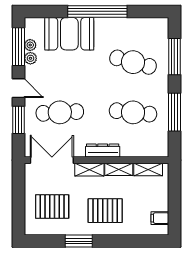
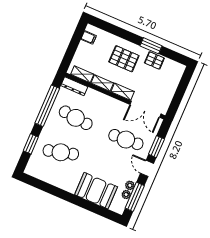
window: (97, 11) -> (70, 198), removed
window: (174, 57) -> (31, 144), width x0.69
cafe table: (133, 62) -> (61, 152), turned -30
window: (174, 112) -> (47, 106), width x1.46
dresser: (103, 151) -> (74, 86), moved
pallet: (52, 207) -> (154, 60), moved, width x0.67, depth x0.71

